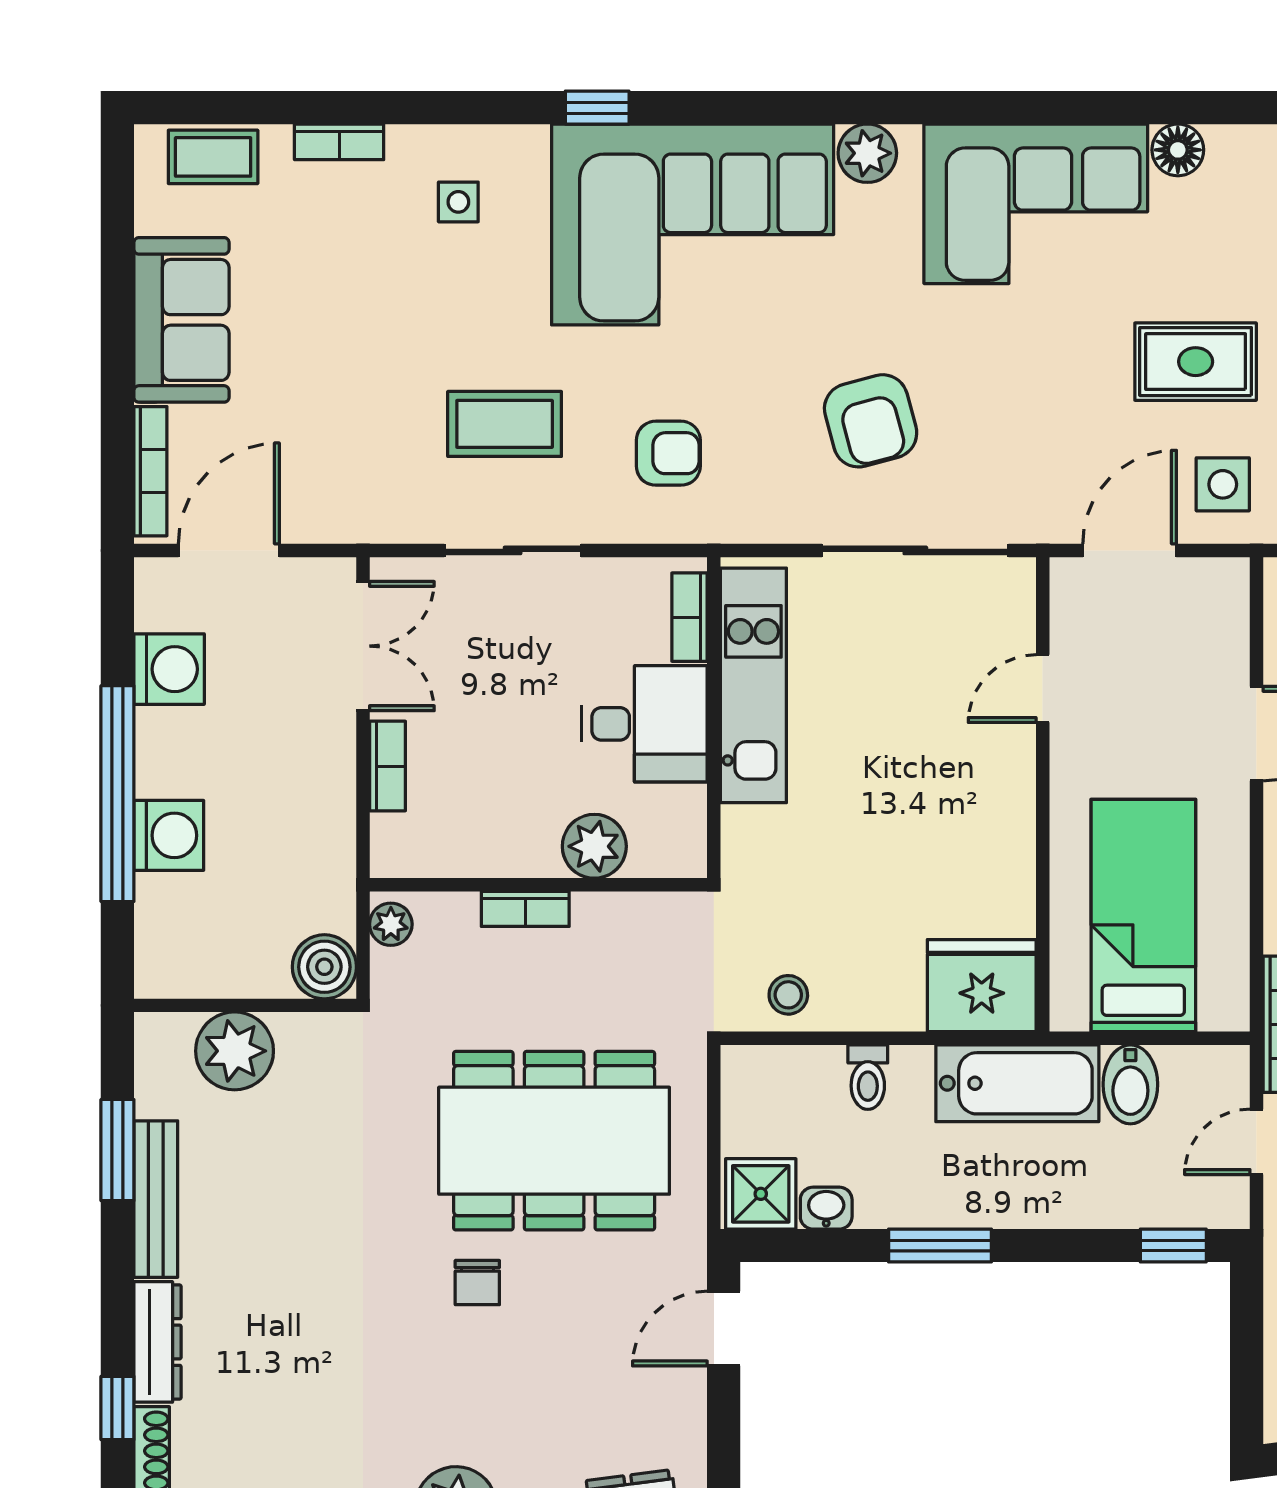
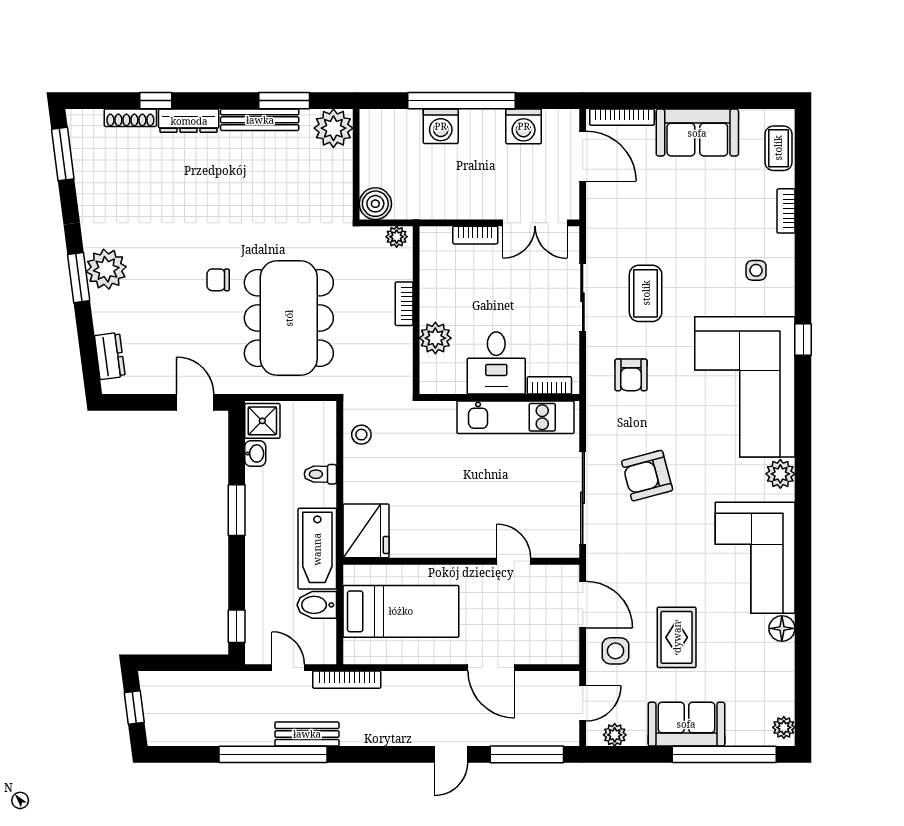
plant: (235, 1051) -> (333, 128), moved

